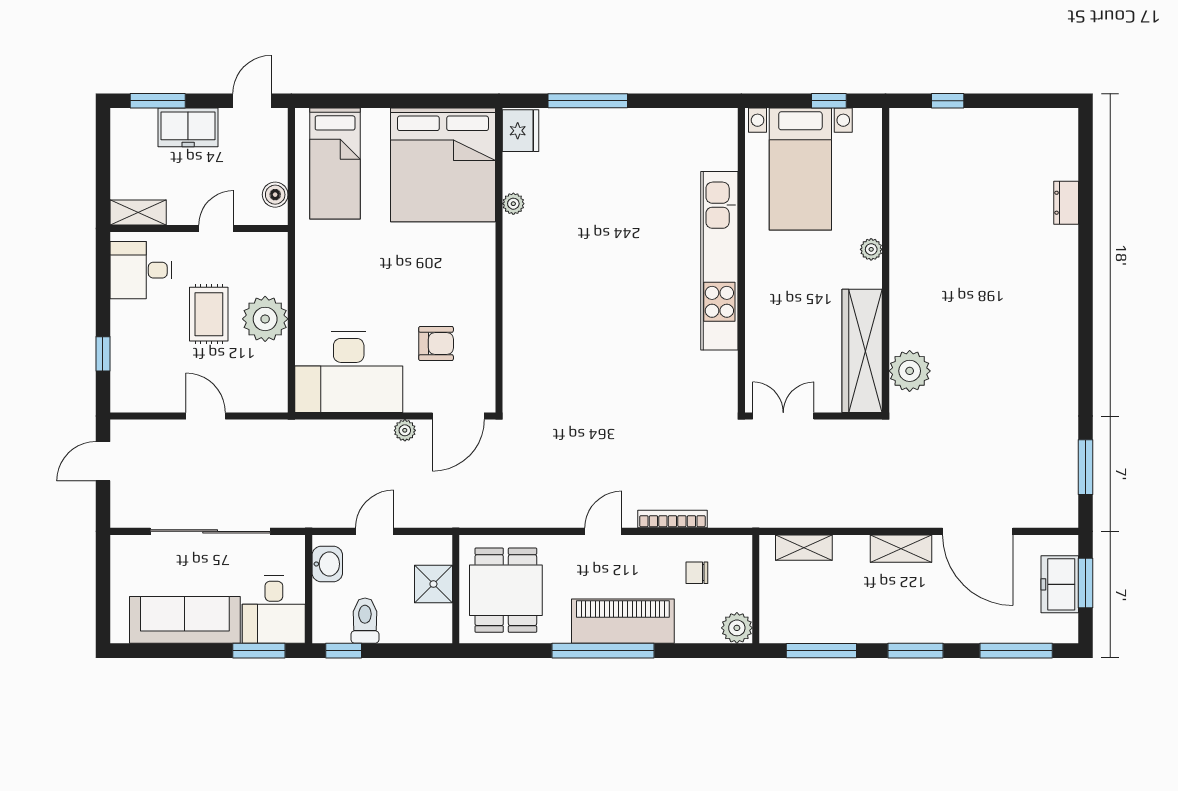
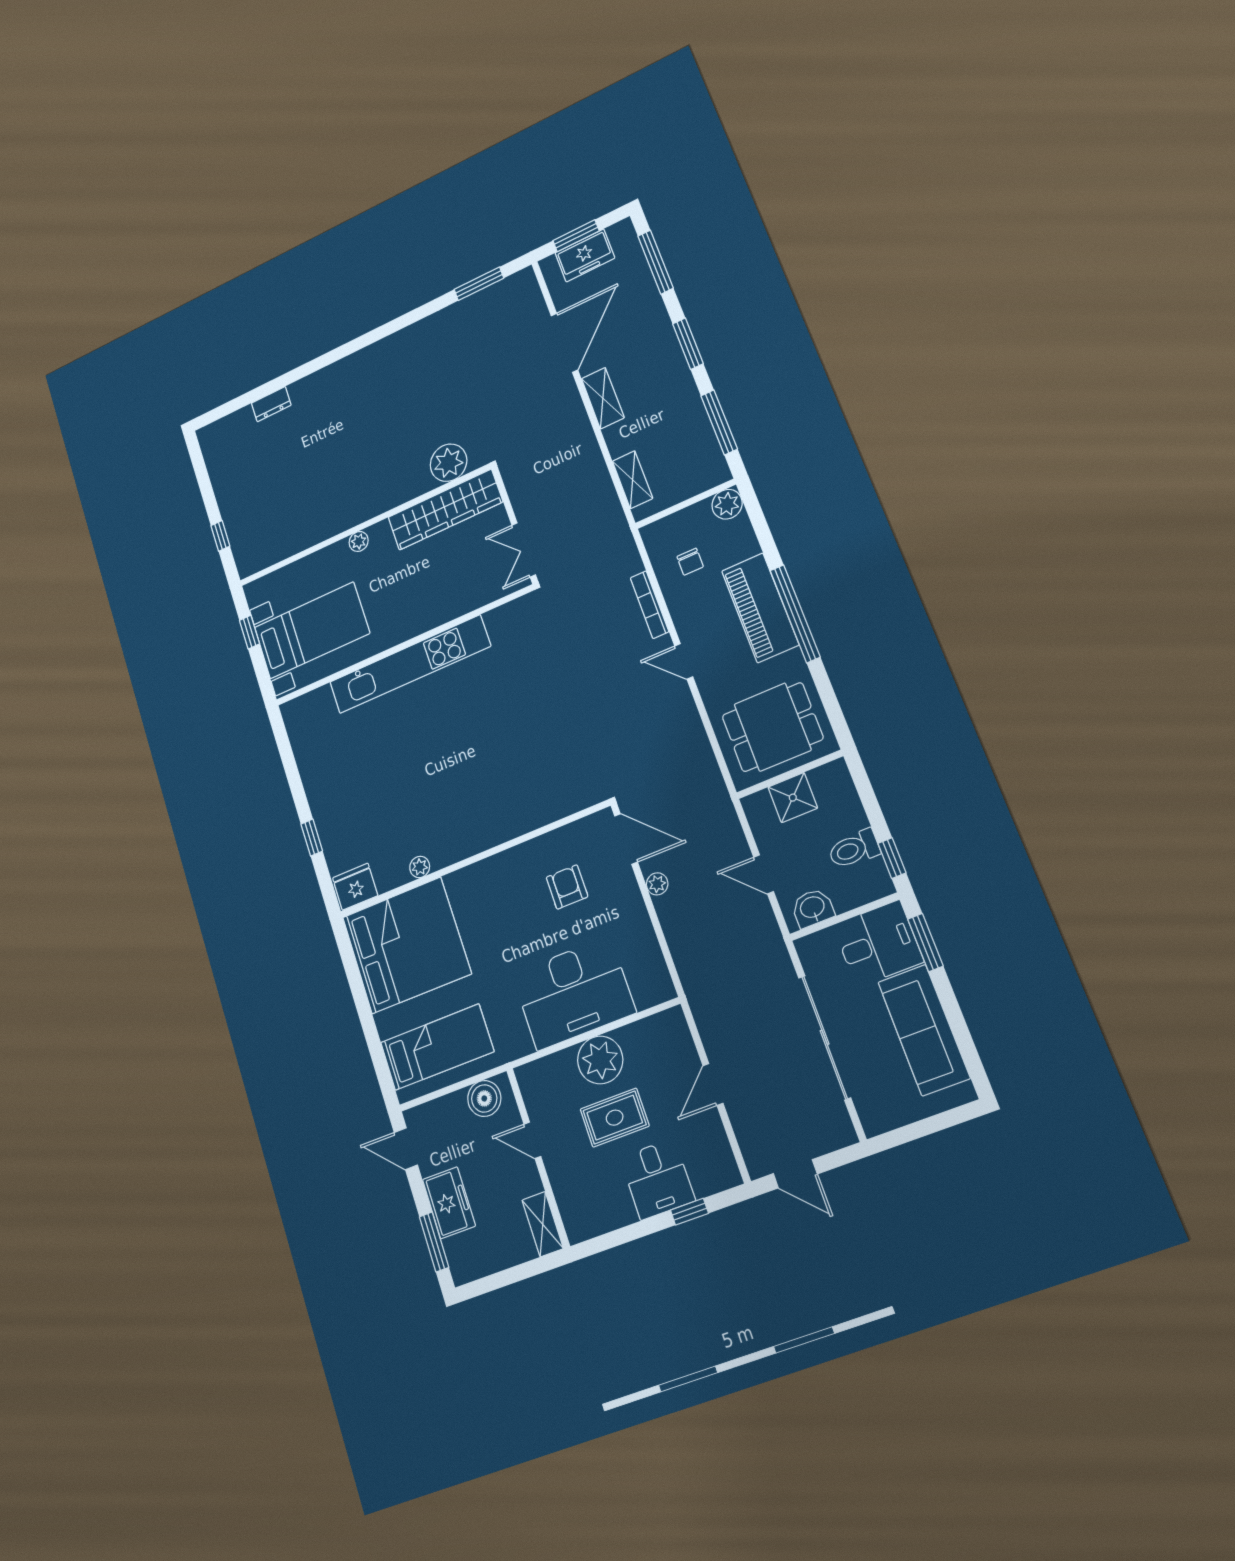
window: (588, 101) -> (312, 837), width x0.46
boiler: (275, 195) -> (484, 1098), width x1.36, depth x1.36
desk: (141, 270) -> (657, 1179), moved
desk: (349, 372) -> (574, 993), moved, turned 90

